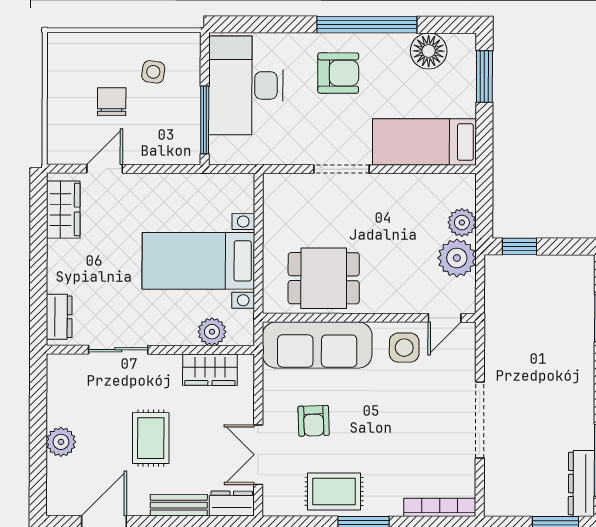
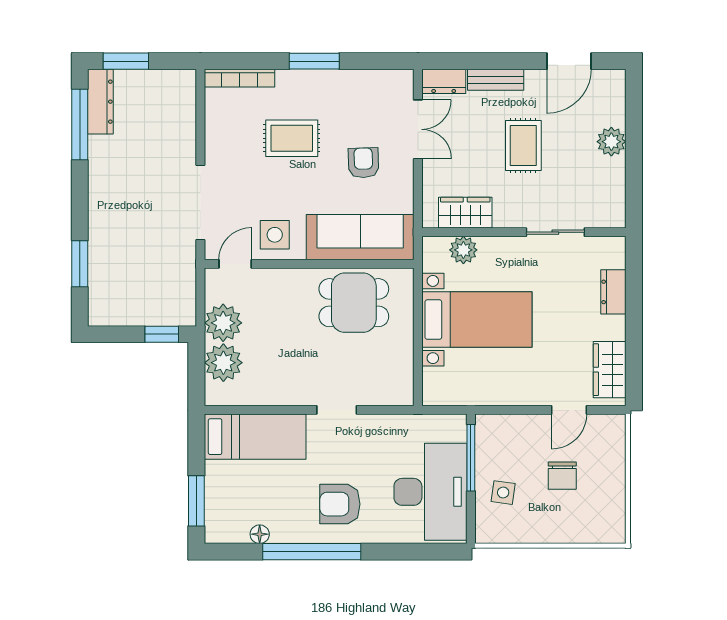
floor lamp: (429, 51) -> (260, 534), width x0.53, depth x0.53
side table: (153, 72) -> (503, 493), moved
doorway: (341, 169) -> (337, 410), width x0.73
plant: (462, 223) -> (223, 363), width x1.36, depth x1.36
dresser: (59, 317) -> (613, 292), moved
doorway: (480, 420) -> (200, 203), moved
rug: (334, 492) -> (292, 138), moved

